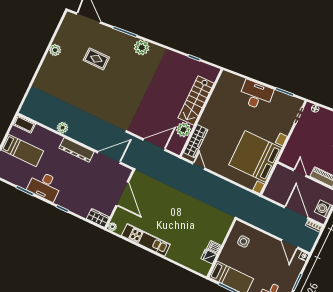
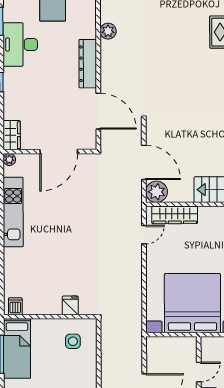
plant: (184, 130) -> (157, 192), moved
dishwasher: (214, 247) -> (15, 306), moved
fridge: (209, 257) -> (70, 305), moved

